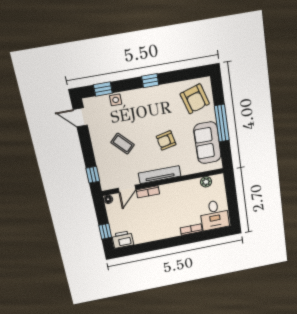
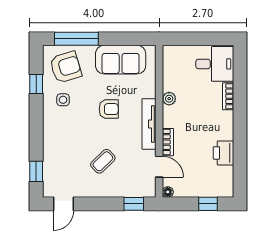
window: (150, 81) -> (36, 84), moved
side table: (116, 100) -> (63, 100), moved
window: (222, 123) -> (76, 39), moved
armchair: (166, 141) -> (109, 109), turned -78
plant: (206, 182) -> (169, 99), moved
printer: (123, 240) -> (223, 153), moved

